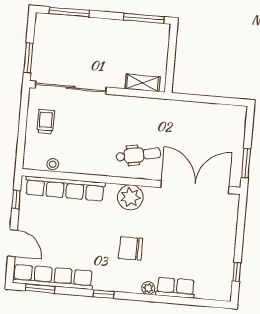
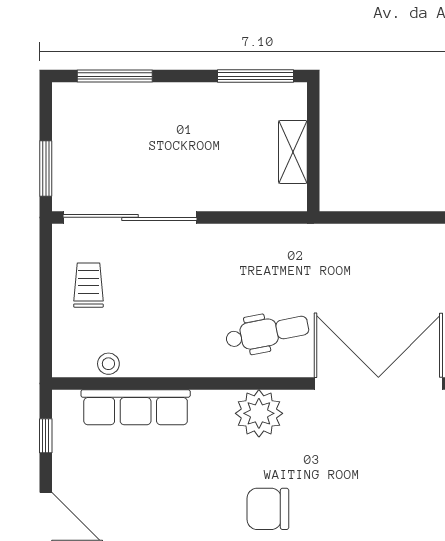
shelving: (143, 83) -> (293, 152), moved, turned 90
row of seats: (65, 189) -> (136, 407), width x0.73

